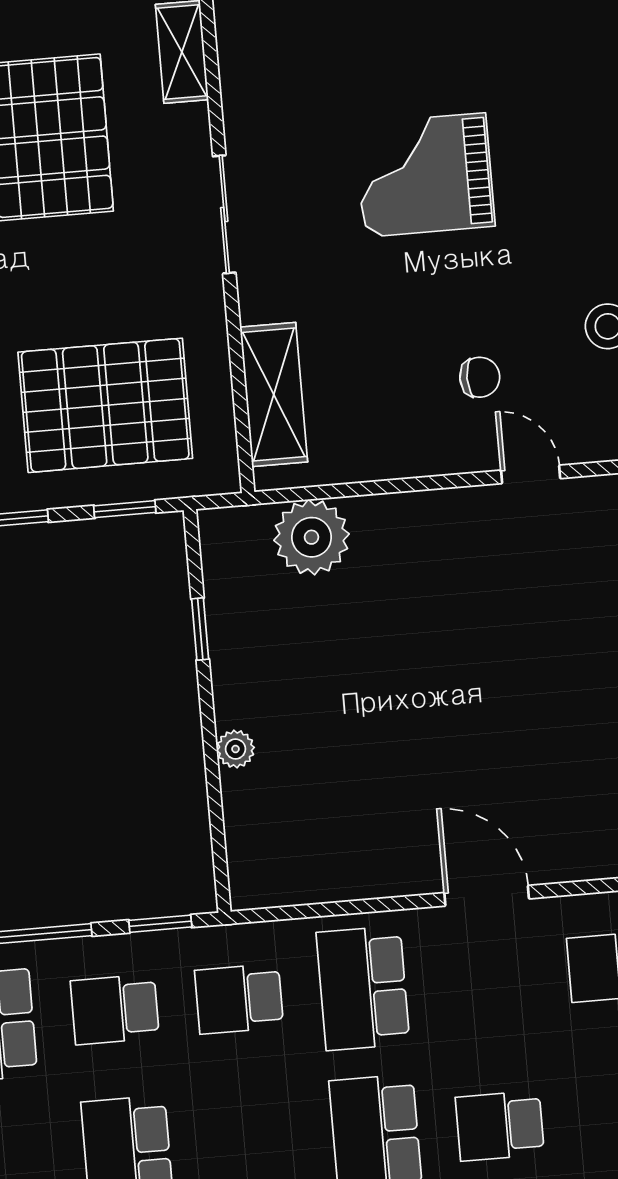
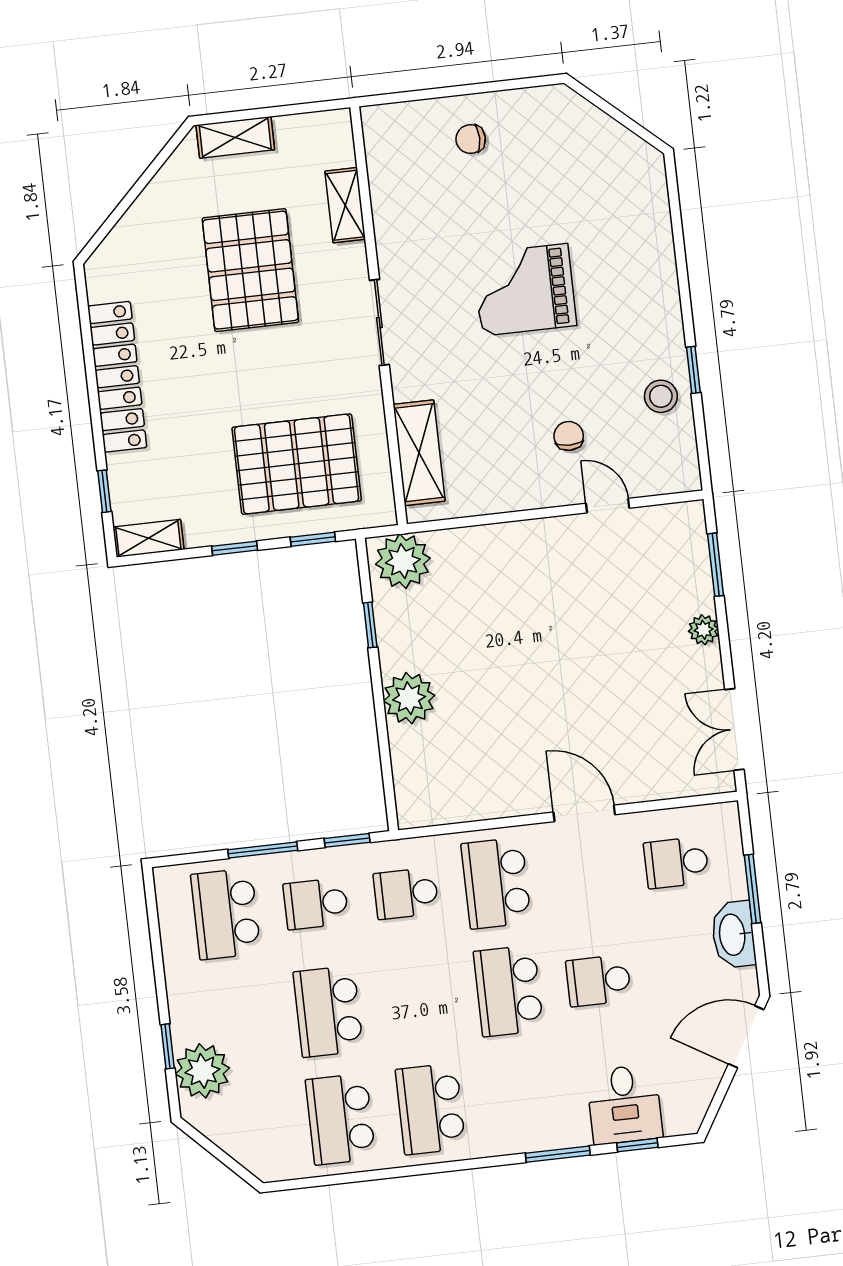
chair: (480, 377) -> (569, 436), turned -90
plant: (312, 537) -> (403, 561), moved
plant: (235, 749) -> (409, 698), width x1.88, depth x1.88

